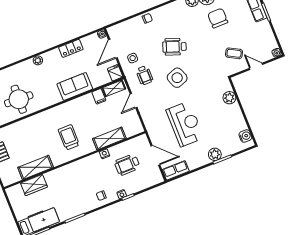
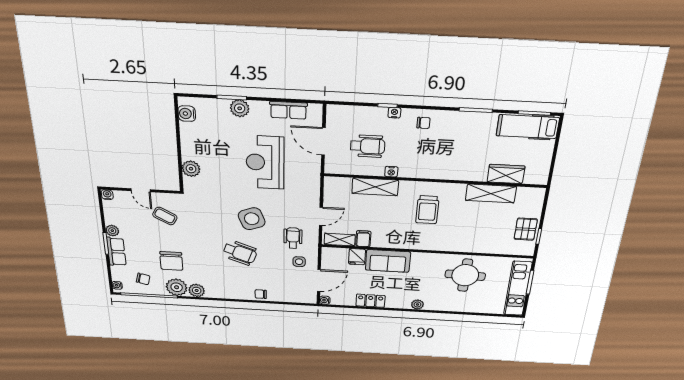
plant: (265, 25) -> (112, 231), added
fridge: (115, 73) -> (357, 257), moved
row of seats: (176, 170) -> (288, 110), moved

